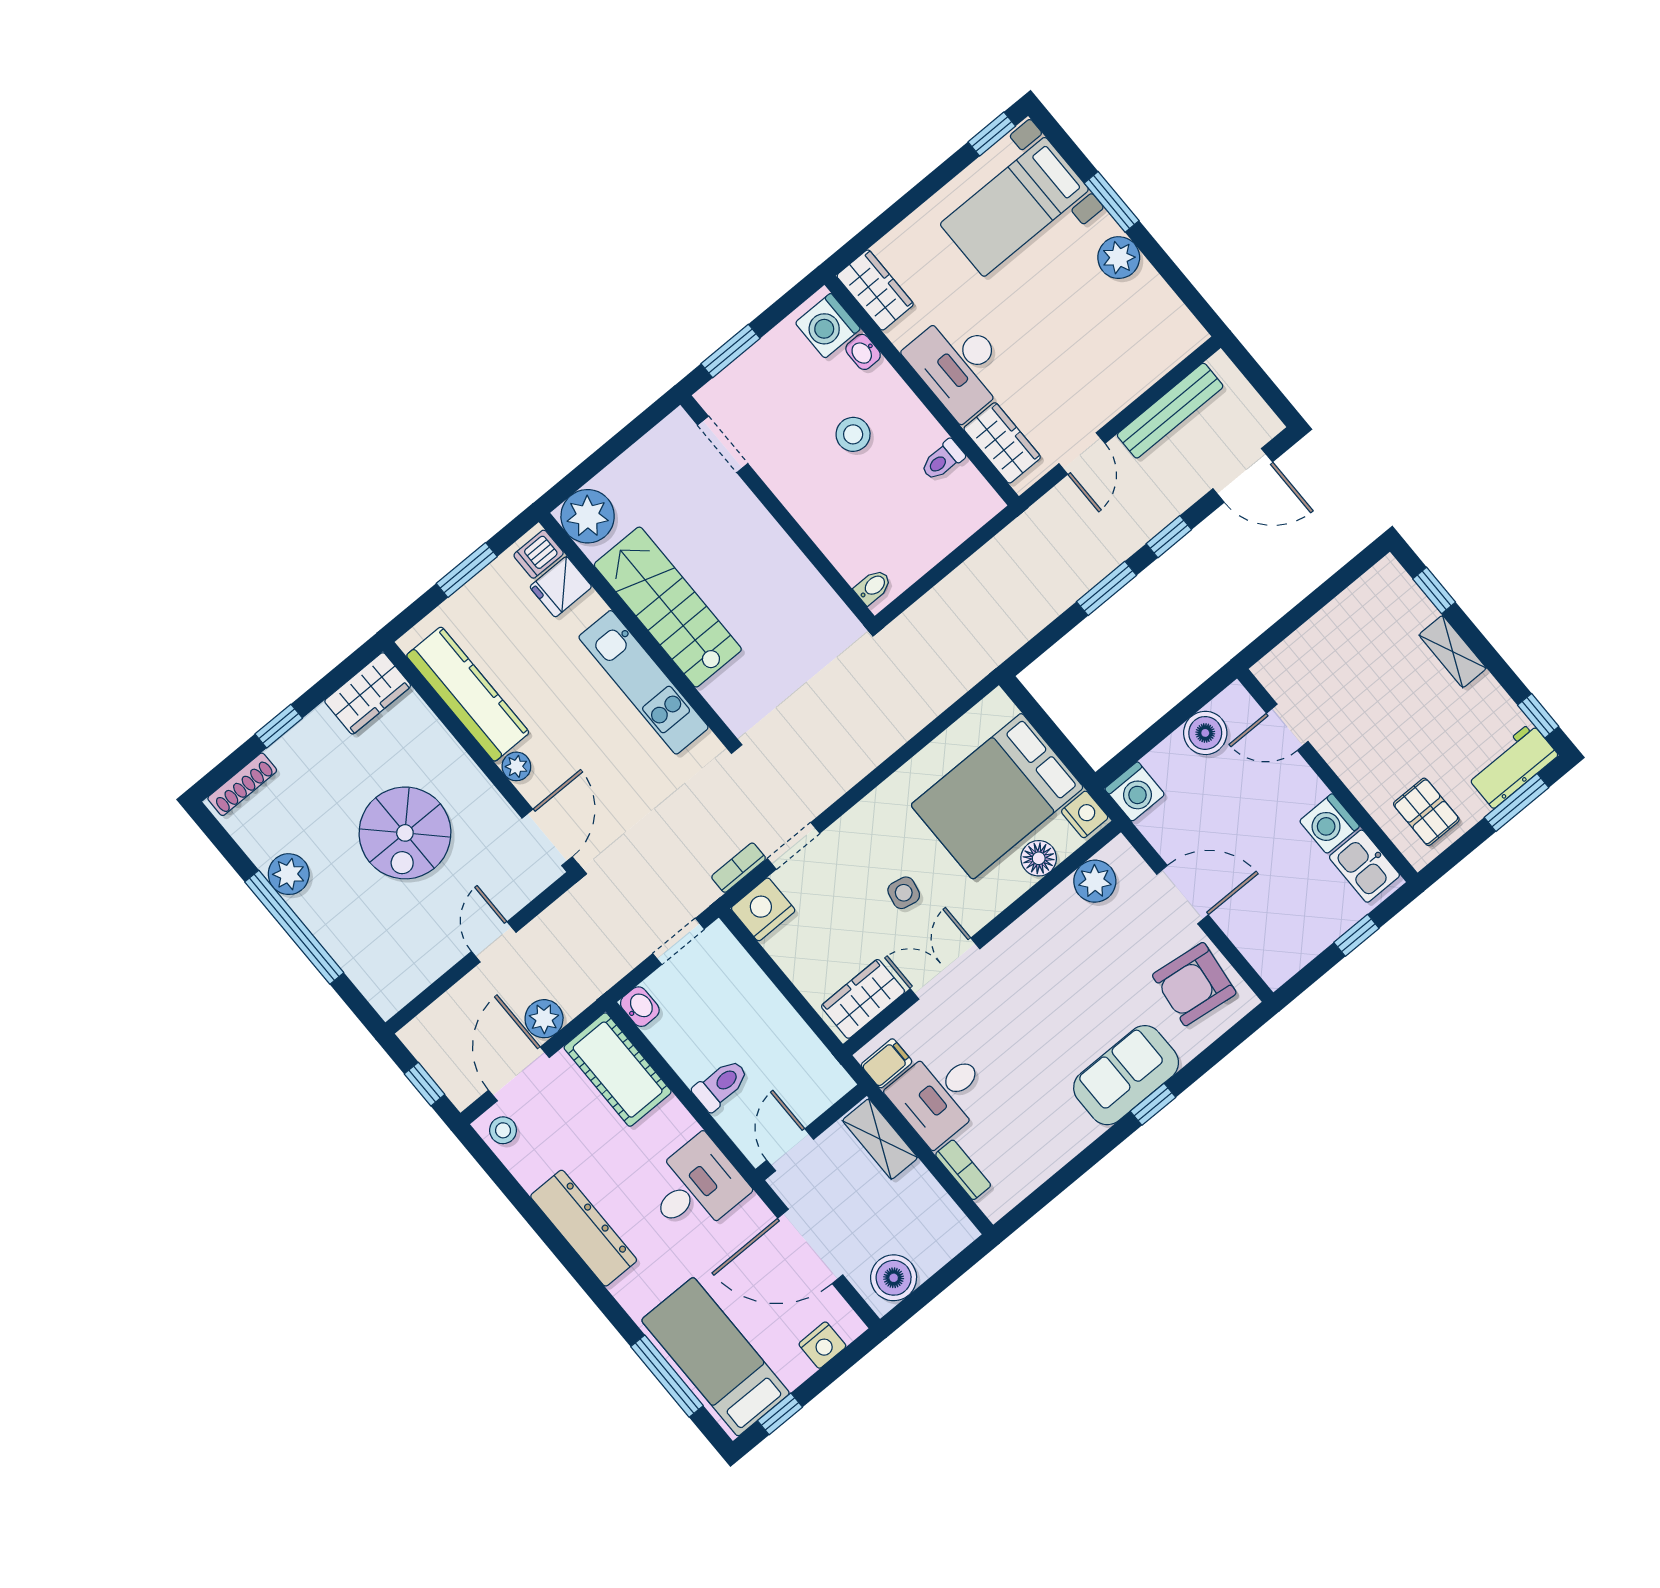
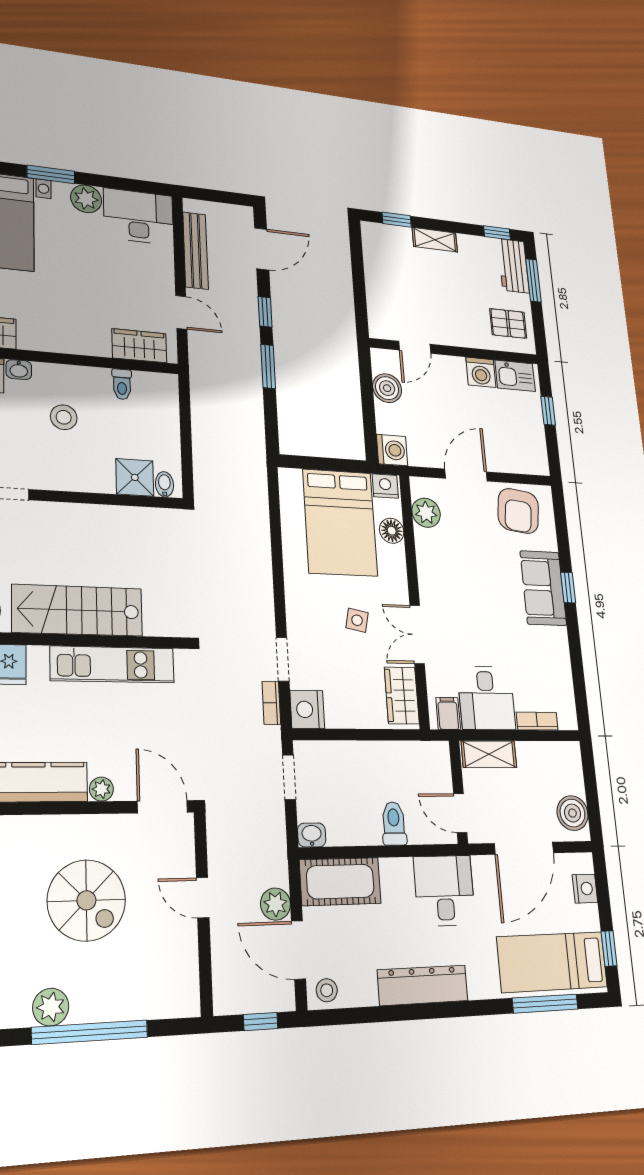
desk: (959, 365) -> (139, 216), moved, turned 180
shower: (853, 552) -> (135, 477), added

